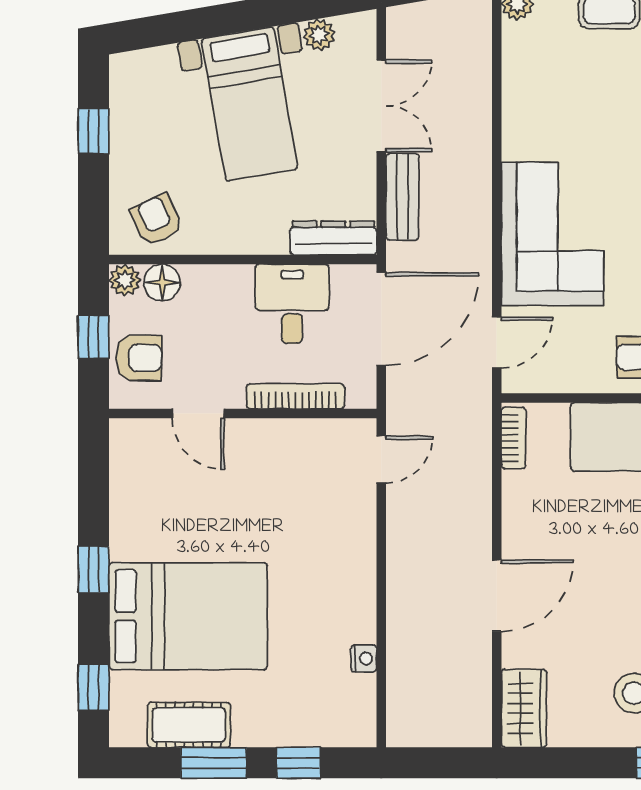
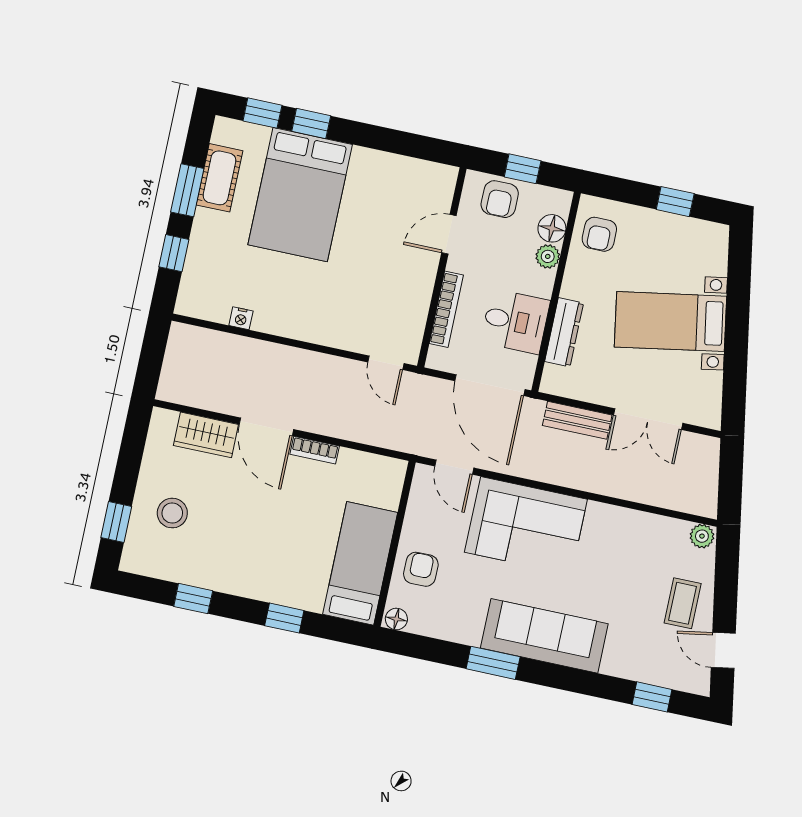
plant: (319, 35) -> (711, 384), removed
armchair: (157, 220) -> (599, 234), turned 115
dresser: (333, 238) -> (564, 332), moved
plant: (125, 280) -> (548, 256), moved
bookcase: (514, 438) -> (315, 450), moved
window: (94, 569) -> (311, 124), moved
wardrobe: (524, 708) -> (206, 435), moved

